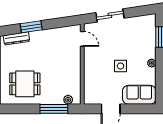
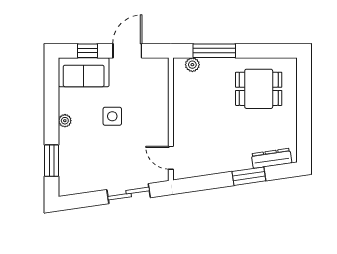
window: (137, 109) -> (88, 51), added

